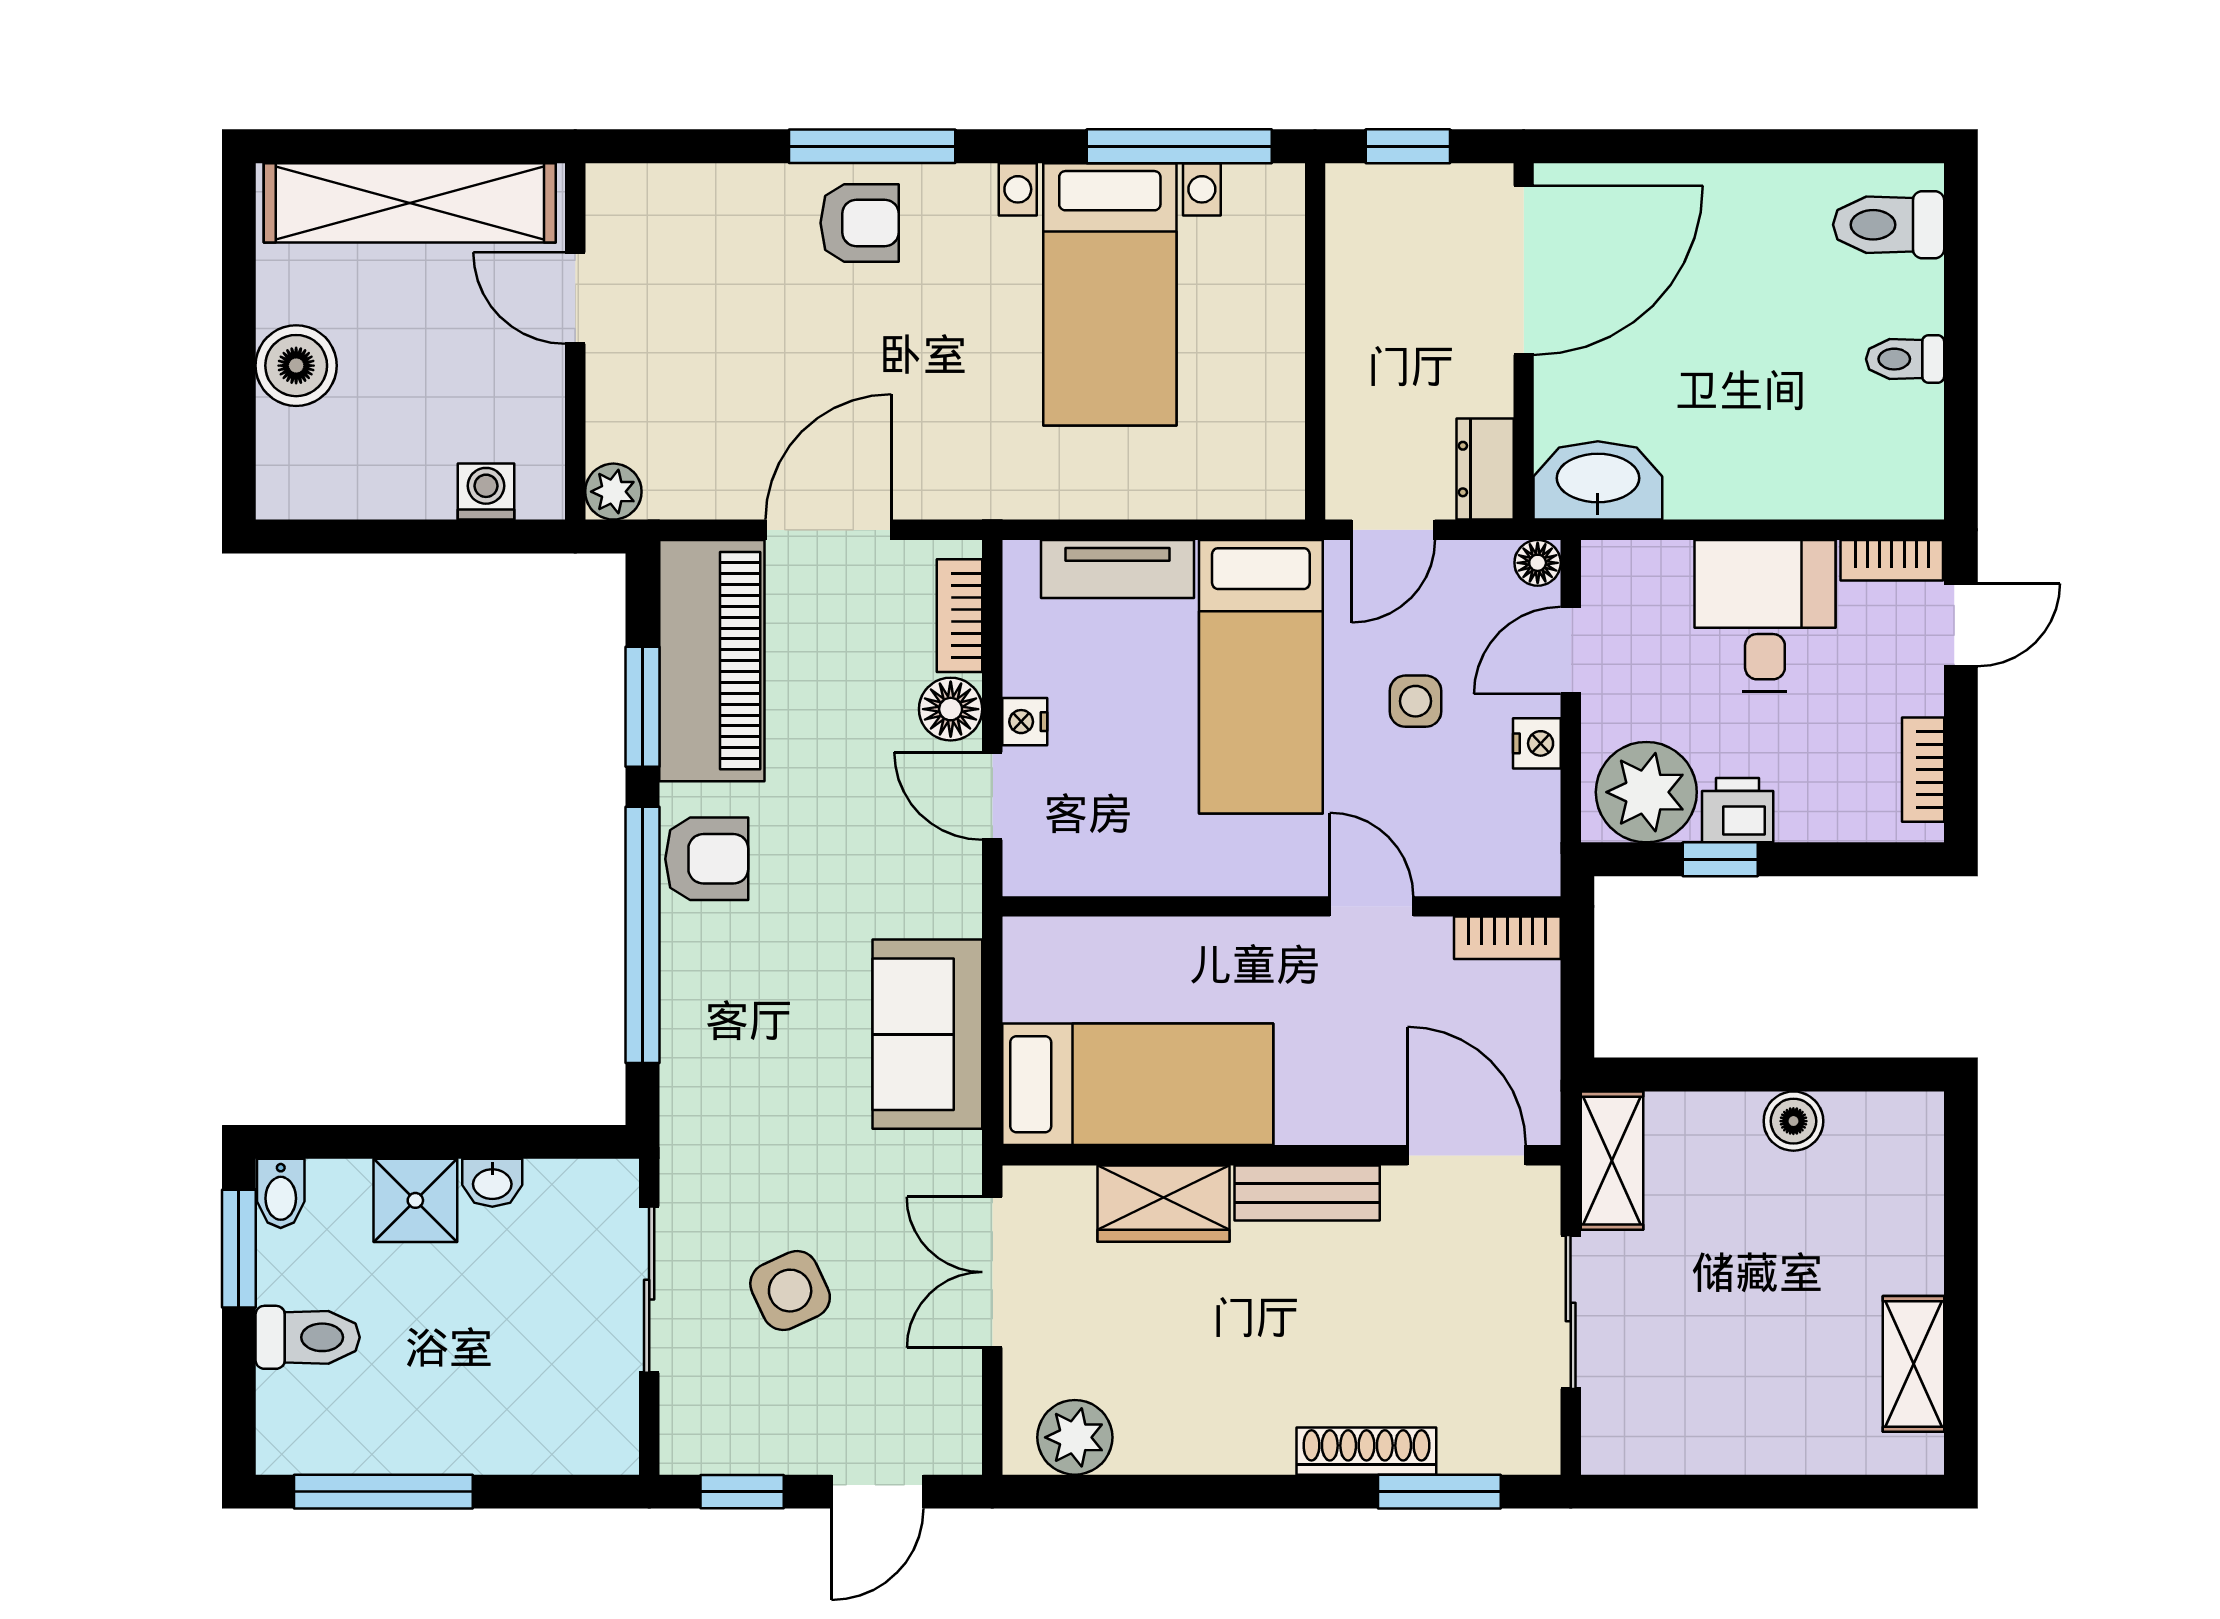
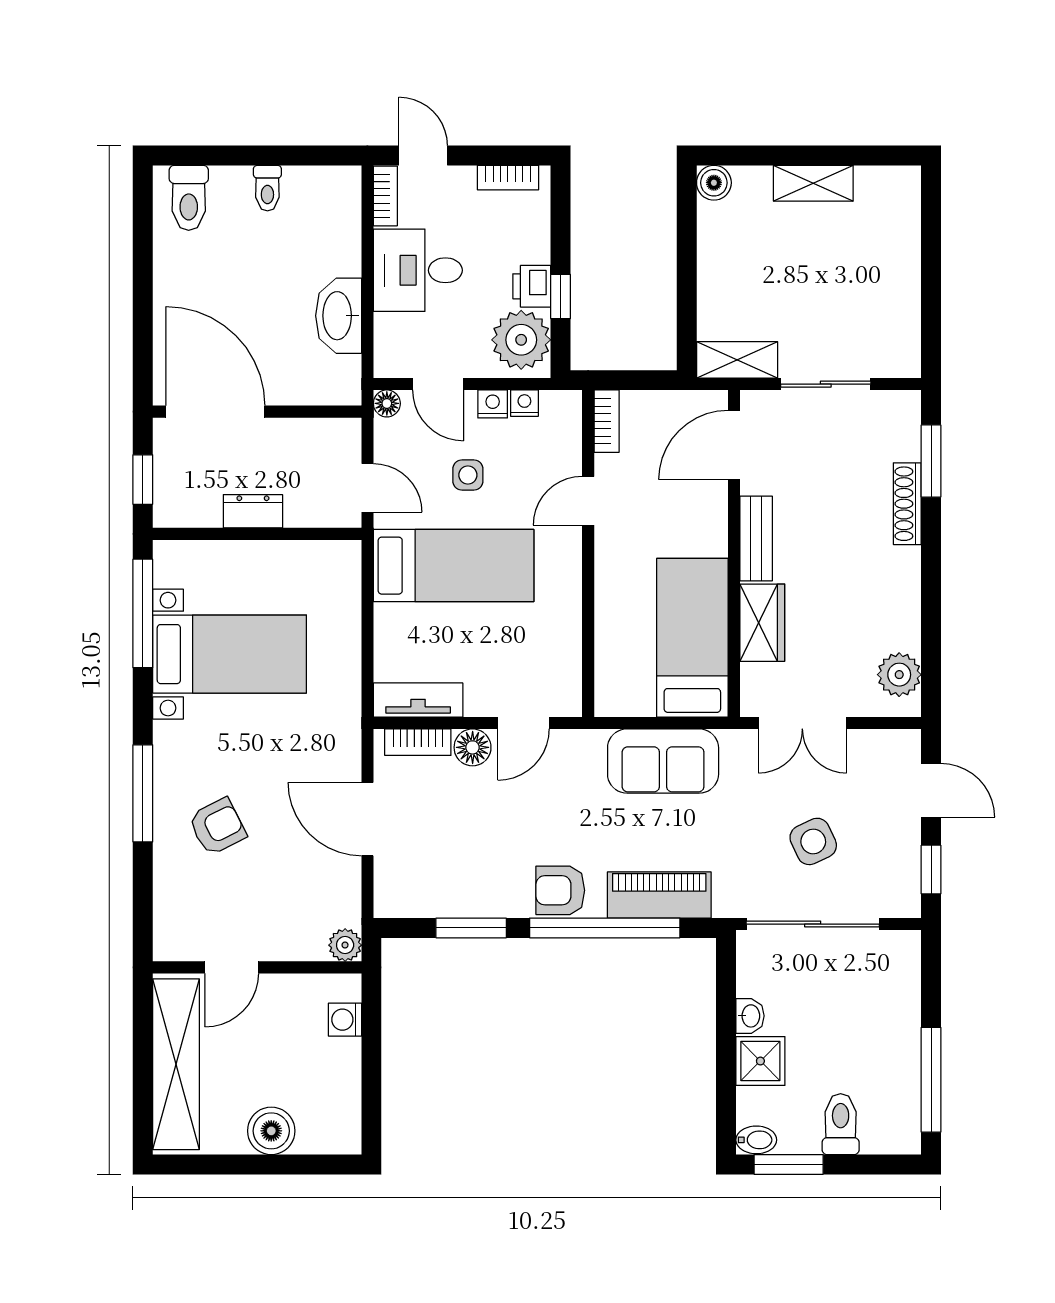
armchair: (860, 223) -> (217, 827), moved, turned 63
dresser: (1485, 469) -> (253, 511), moved, turned 180
washbasin: (1598, 480) -> (339, 316), moved
tv unit: (1118, 569) -> (418, 700), moved, turned -90
piano: (712, 661) -> (659, 895), moved, width x0.73, depth x0.75
nightstand: (1025, 722) -> (524, 403), moved, turned 180
armchair: (707, 859) -> (560, 890), turned -90
boiler: (1793, 1121) -> (714, 183), moved
sliding door: (649, 1290) -> (813, 924), width x1.37
shelving: (1913, 1364) -> (813, 183), moved

